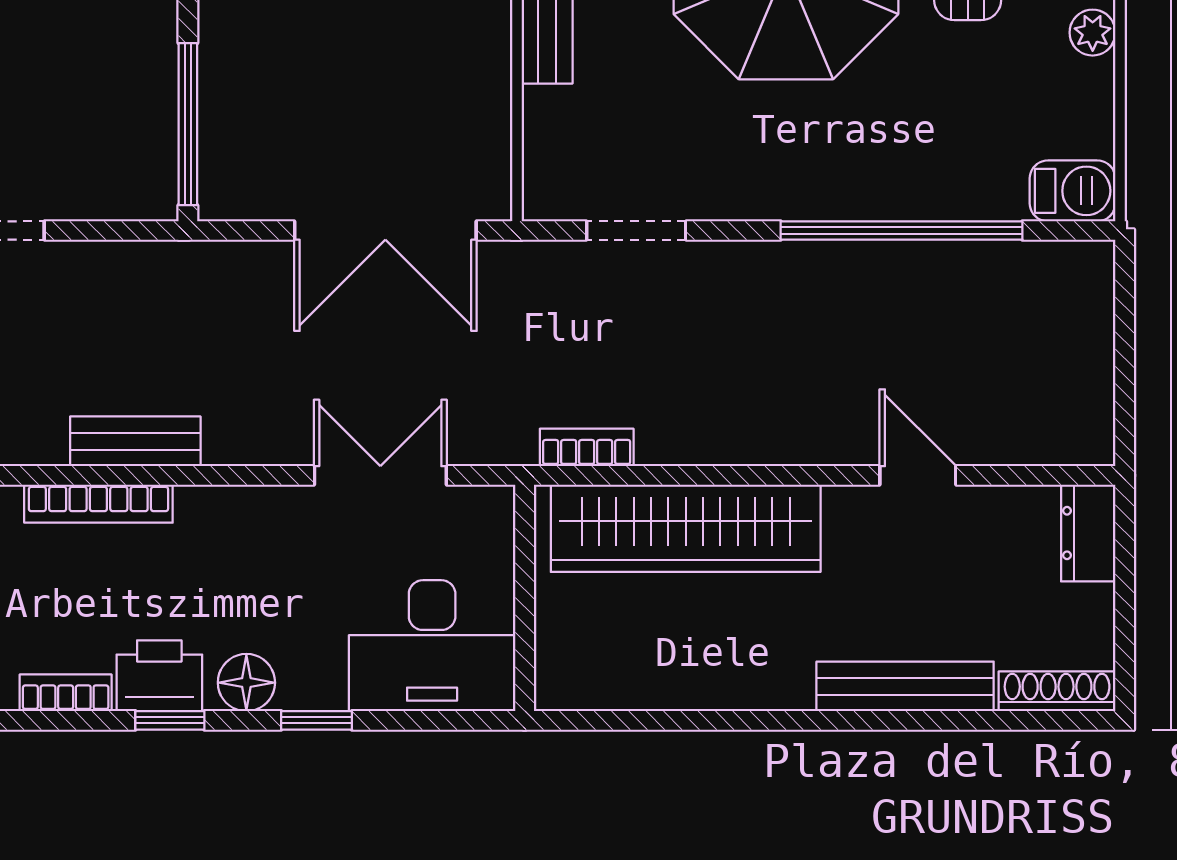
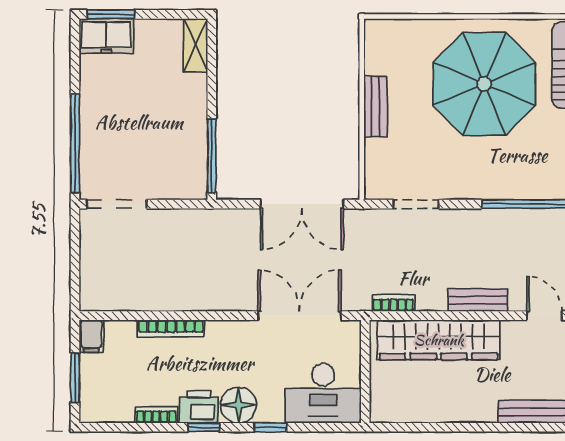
bench: (135, 441) -> (478, 300), moved
double door: (380, 475) -> (299, 316), width x1.37
floor lamp: (246, 683) -> (238, 405), width x1.38, depth x1.38

